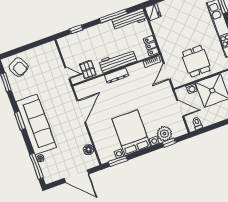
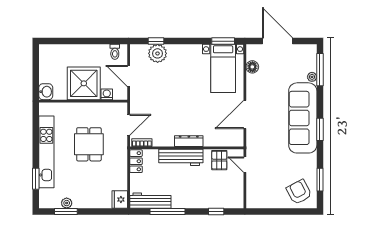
dining table: (196, 61) -> (89, 144), moved
bed with nightstands: (131, 133) -> (223, 68), moved, width x0.73

